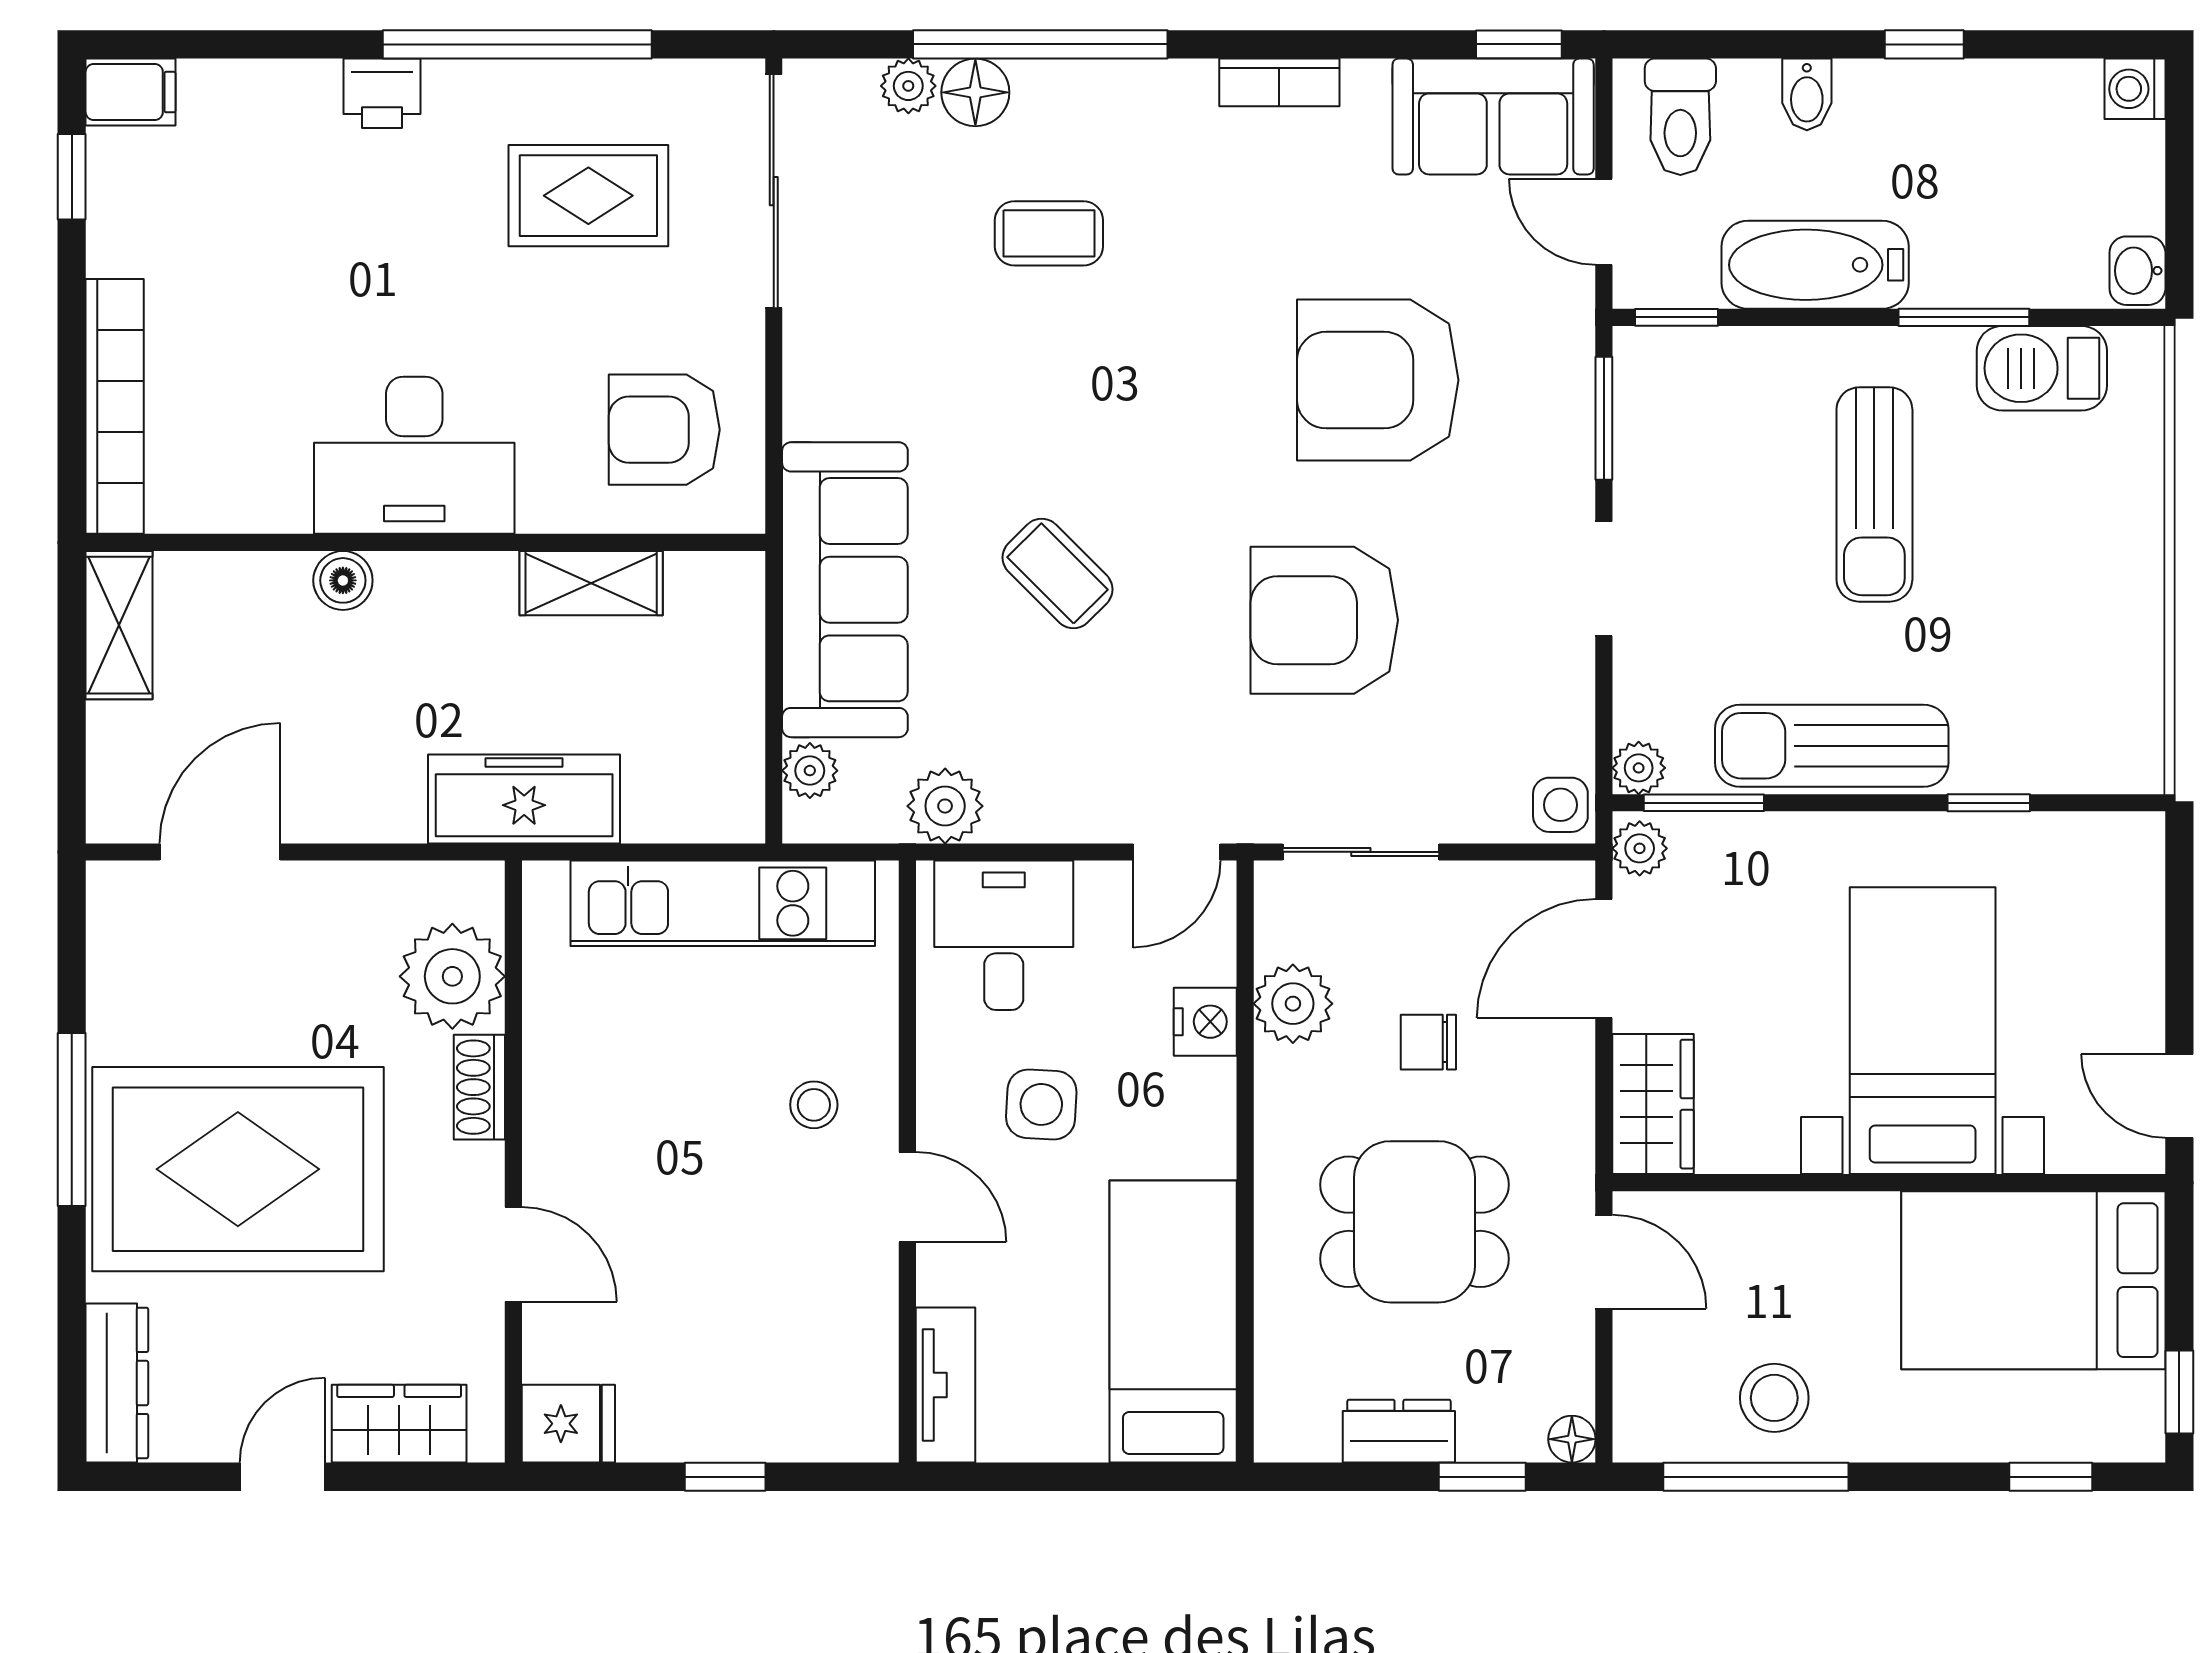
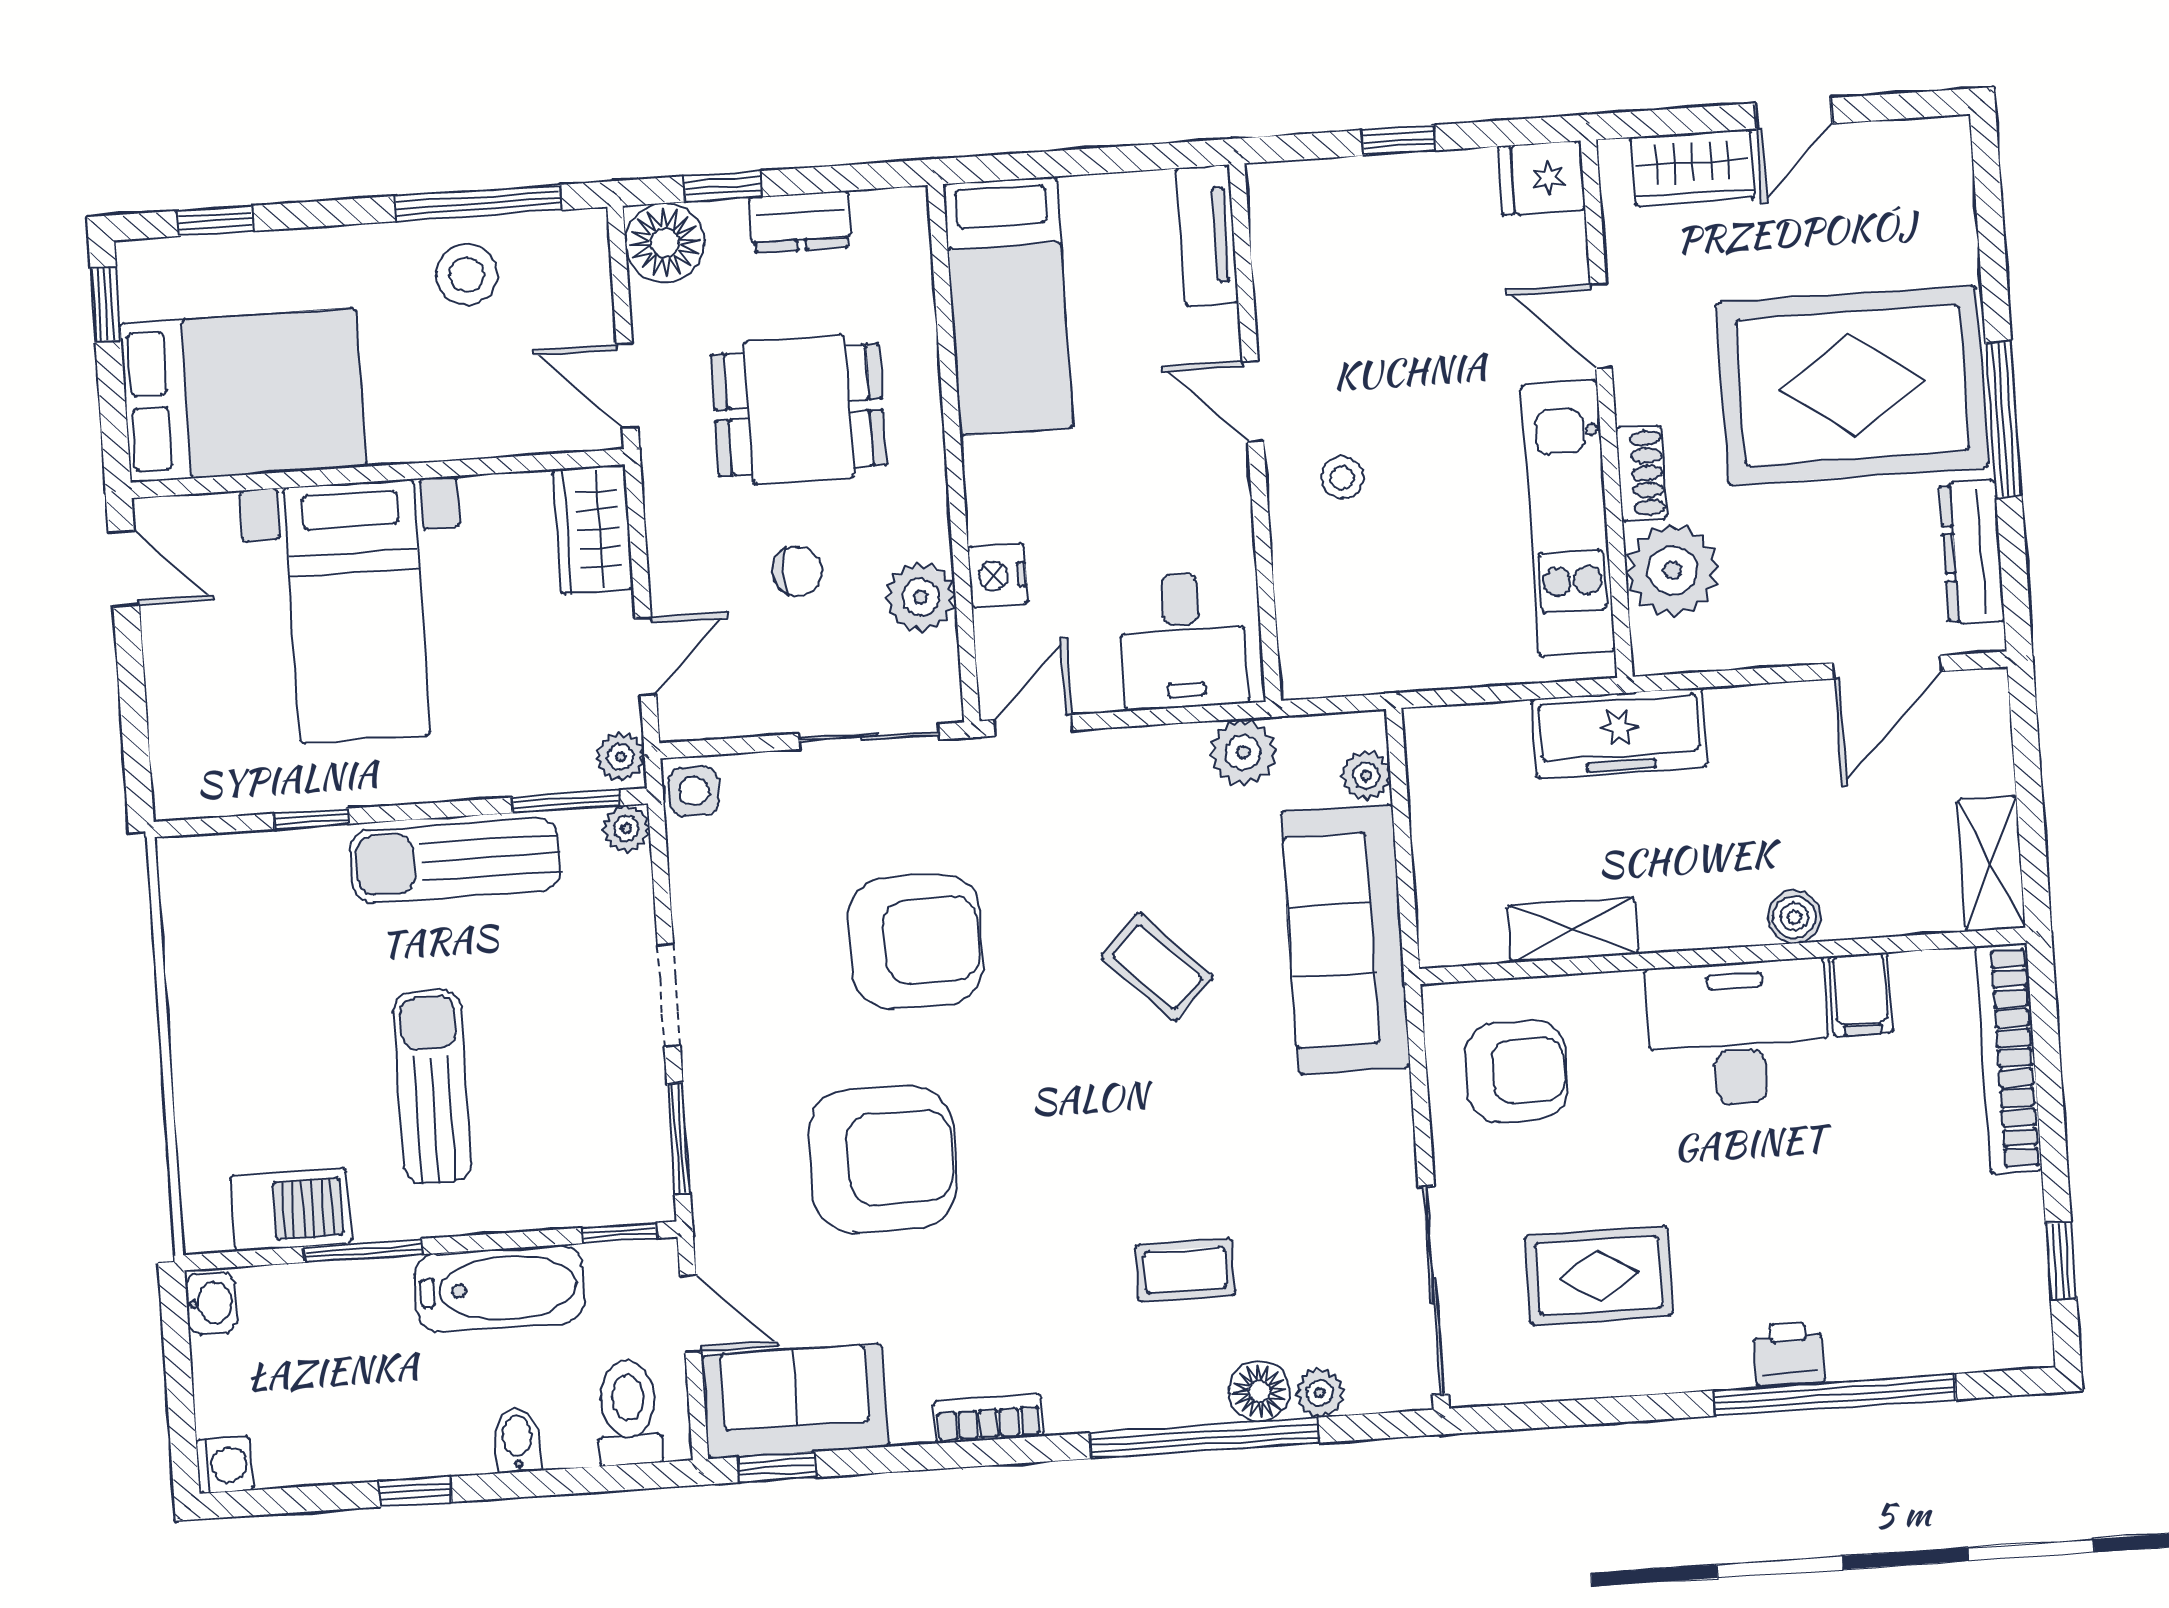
window: (517, 44) -> (1835, 1395), moved
filing cabinet: (130, 92) -> (1861, 994), moved, turned -90
sun lounger: (1832, 746) -> (455, 860), turned 180
kitchen unit: (723, 903) -> (1568, 519), moved, turned -90
door: (1604, 958) -> (646, 656), width x0.73
side table: (1041, 1104) -> (1139, 492), removed
dresser: (117, 1383) -> (1972, 552), moved
floor lamp: (1572, 1439) -> (665, 243), width x1.89, depth x1.89

